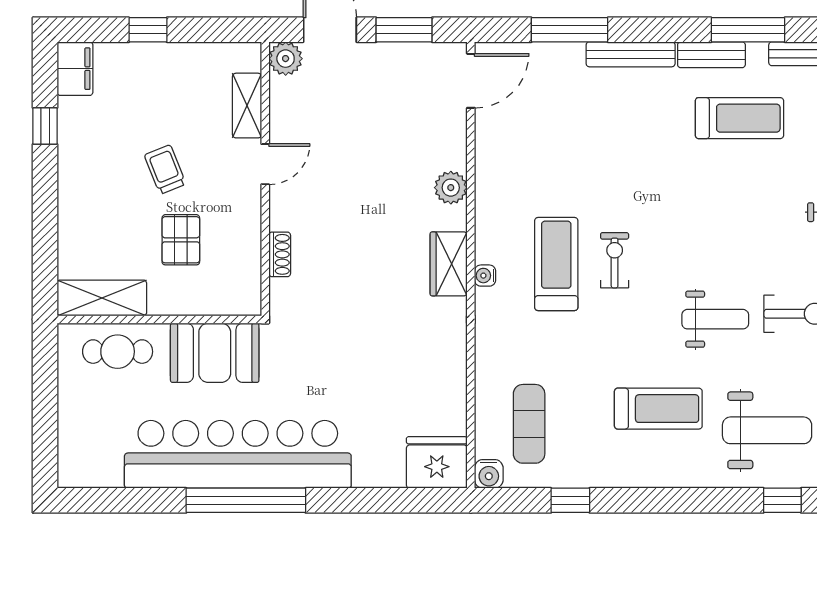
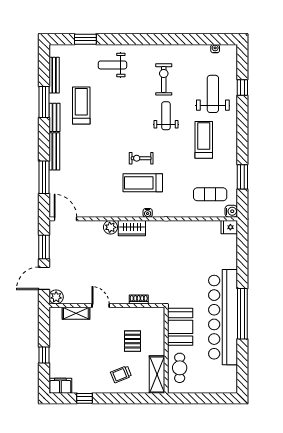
trolley: (165, 169) -> (121, 374), moved
pallet: (181, 240) -> (133, 341), turned 90
wardrobe: (449, 264) -> (132, 228), moved
fridge: (437, 462) -> (229, 227), width x0.53, depth x0.75
window: (570, 500) -> (242, 177), width x1.50

